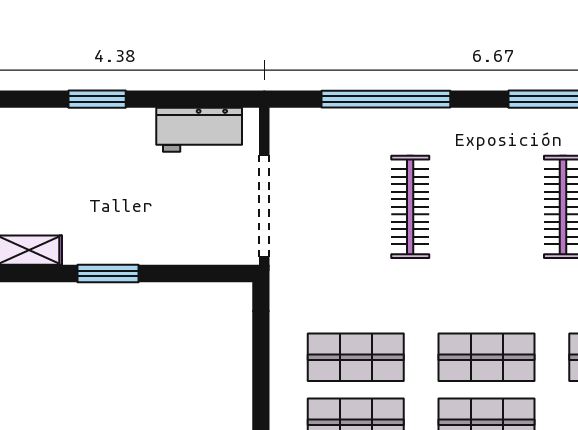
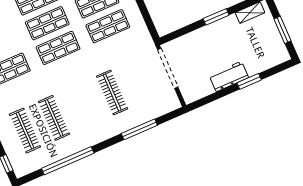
window: (386, 99) -> (139, 129), width x0.68
workbench: (199, 130) -> (229, 76), moved

